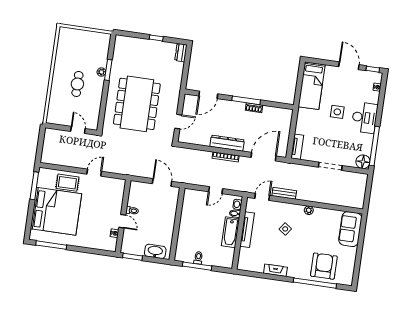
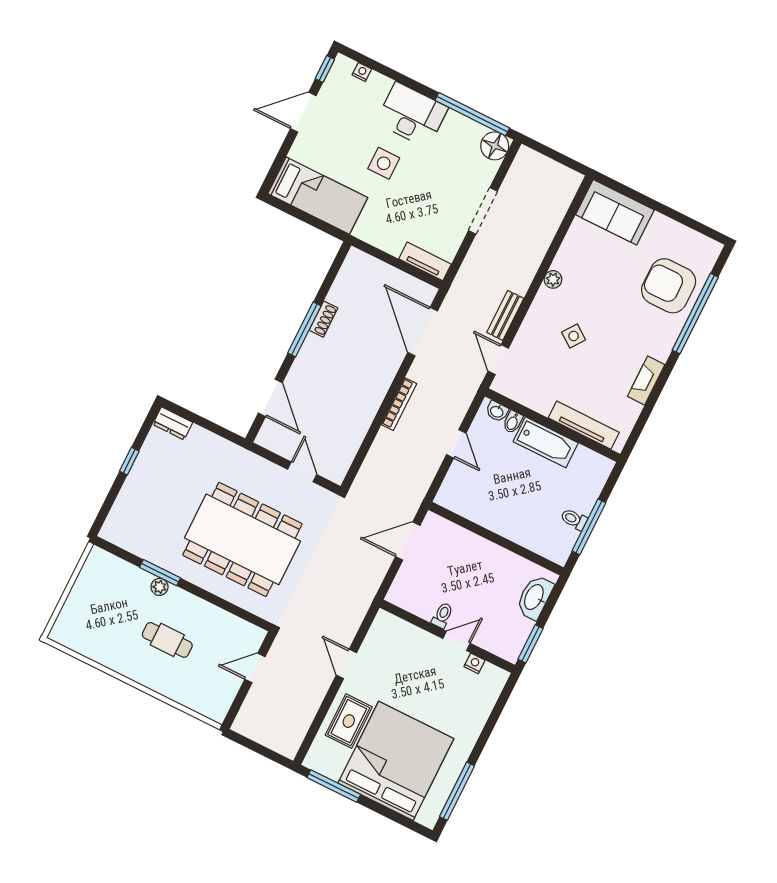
dresser: (227, 143) -> (374, 393), removed
tv unit: (247, 230) -> (584, 425), moved

